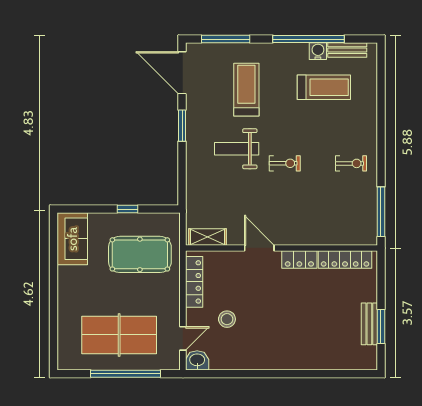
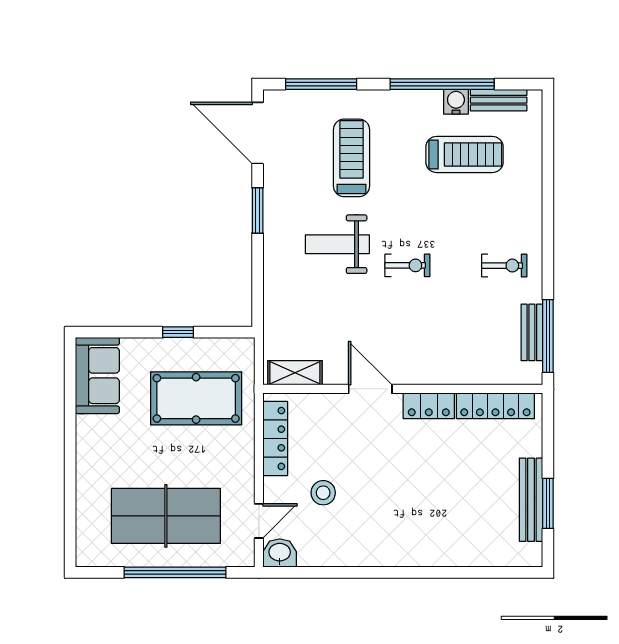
bench: (370, 209) -> (532, 332), added
bench: (369, 324) -> (531, 500), width x1.36

